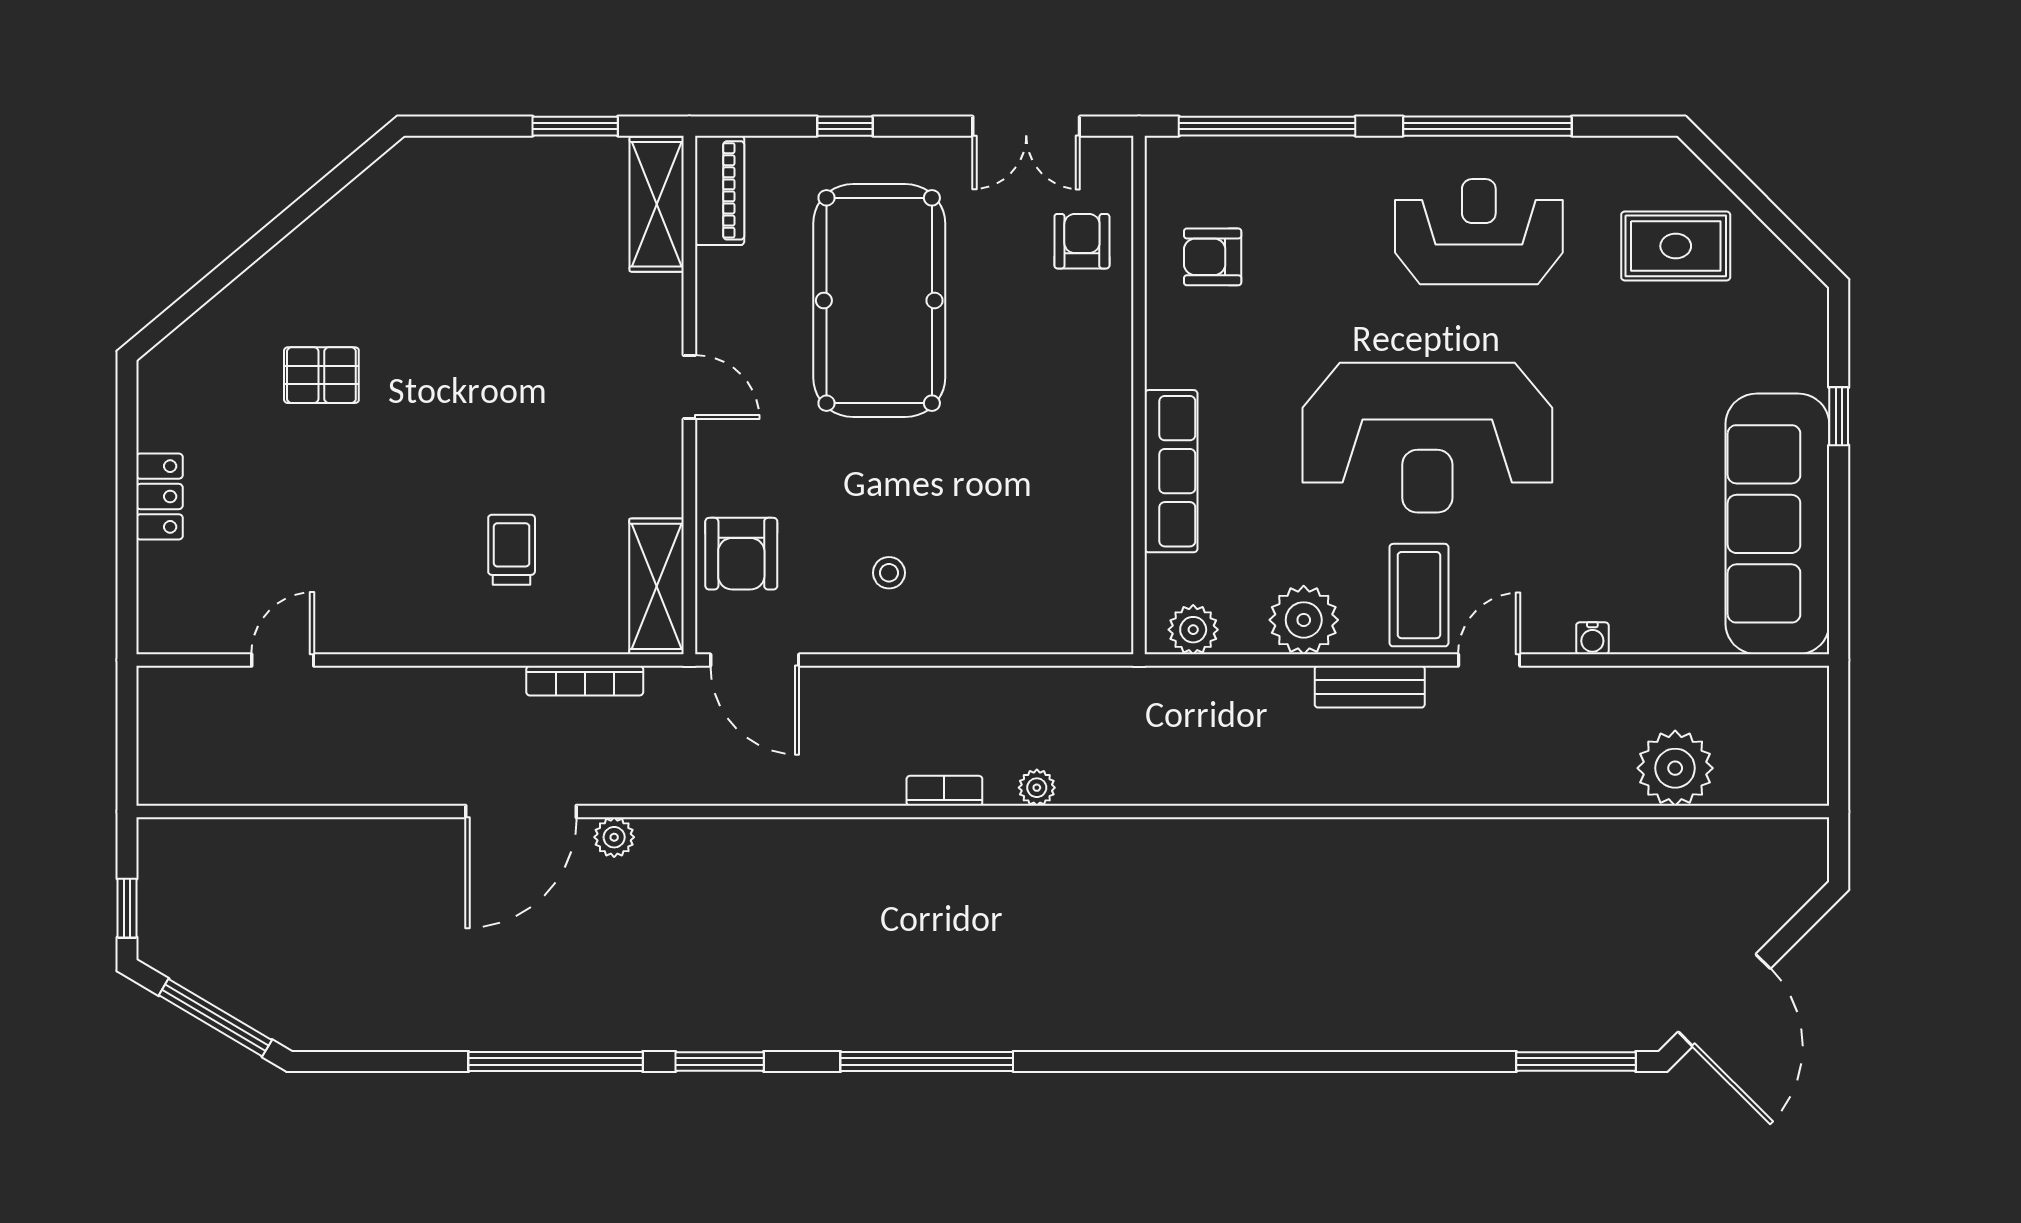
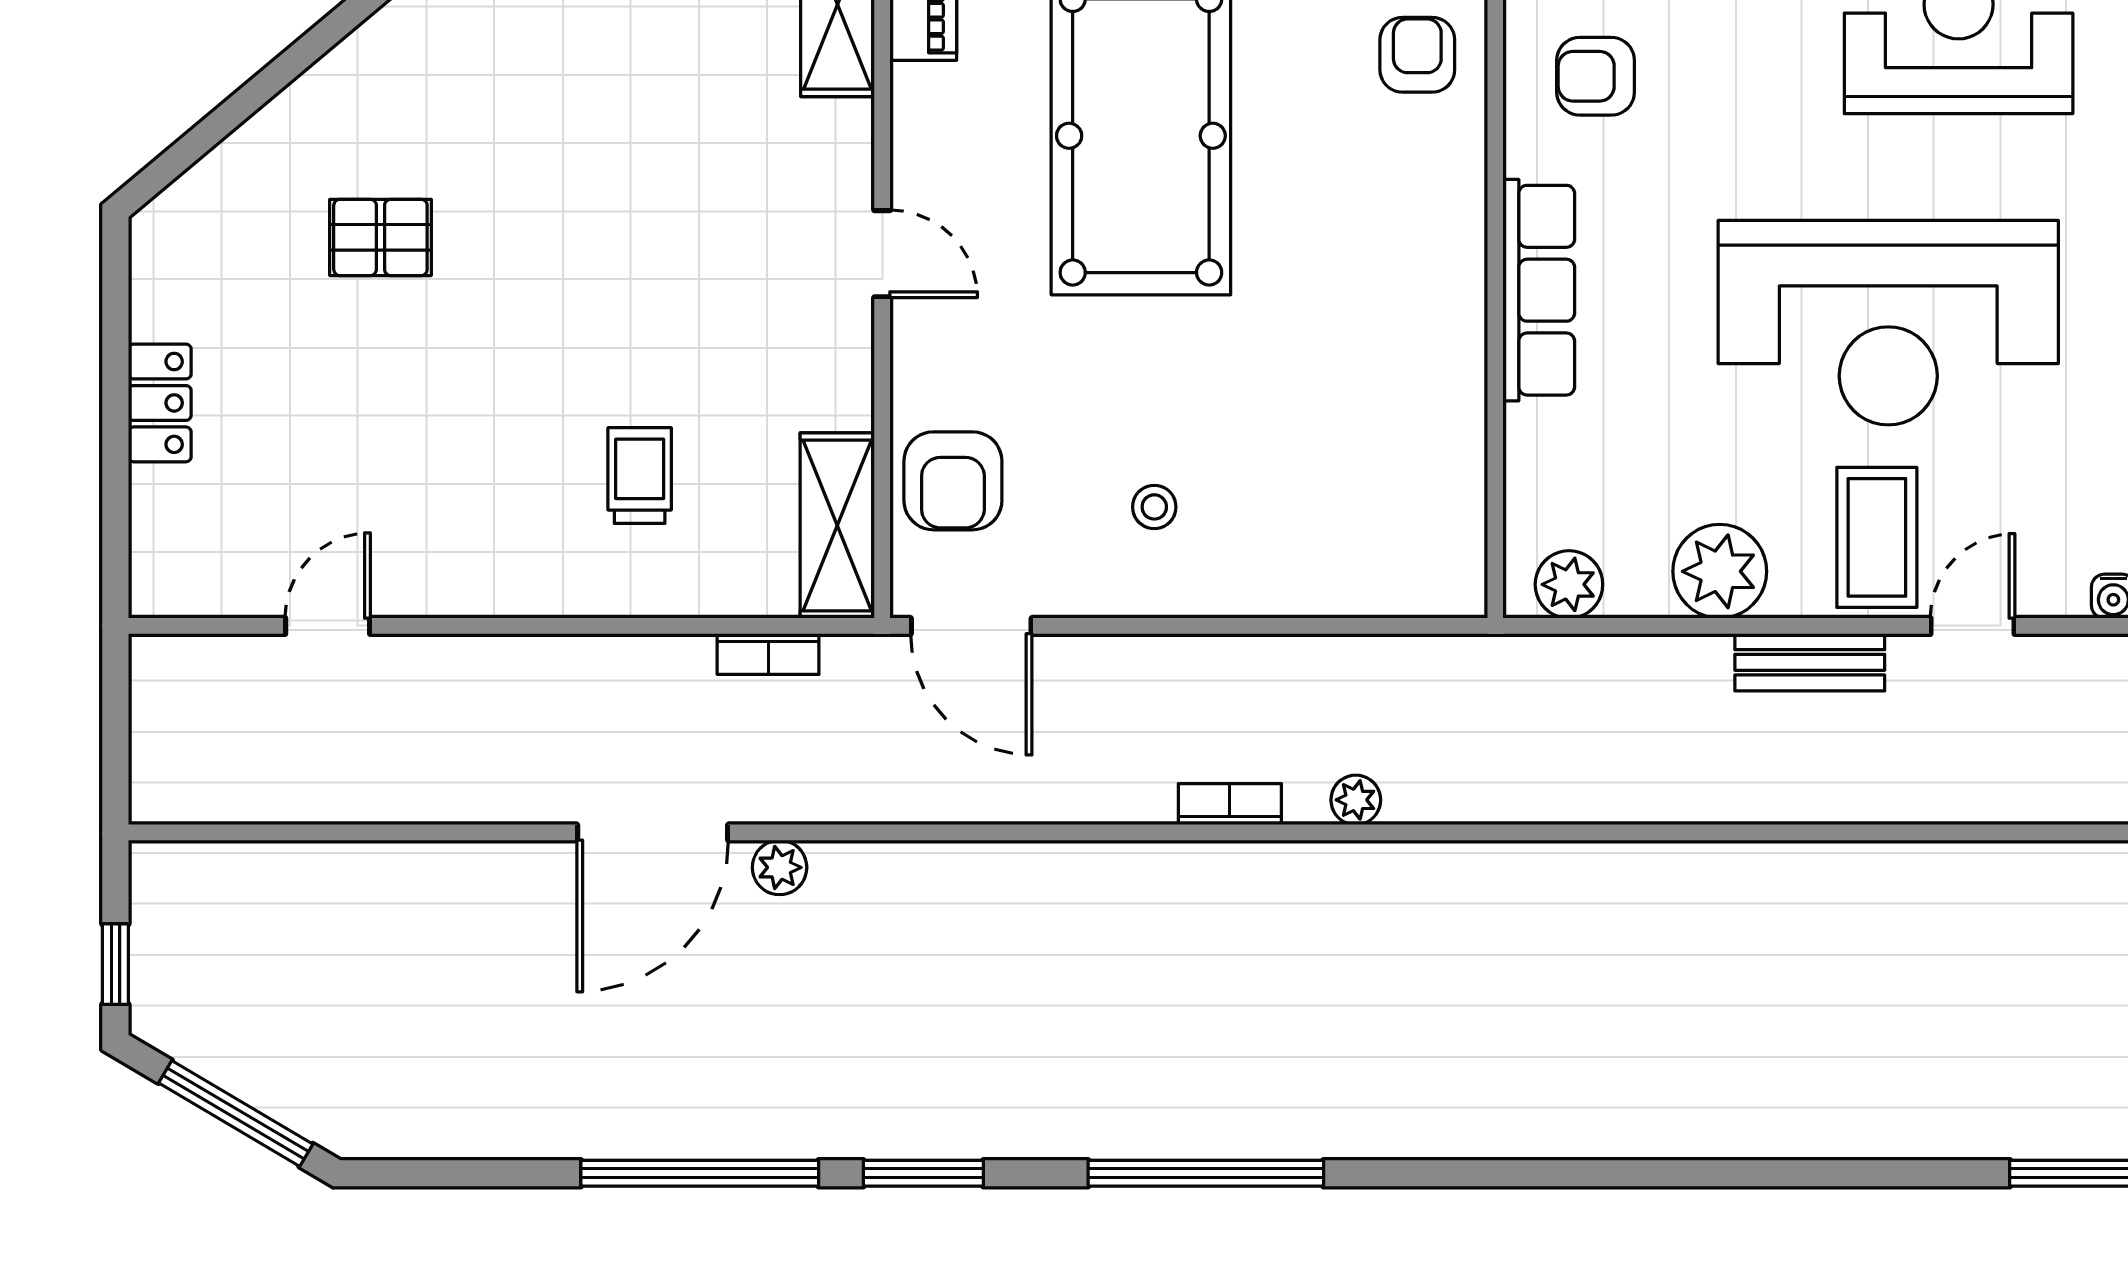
row of seats: (1171, 471) -> (1539, 290), moved
bookcase: (585, 681) -> (768, 654), width x0.64

